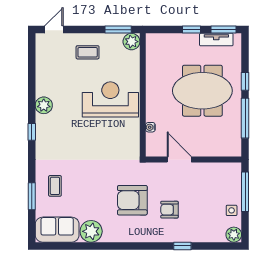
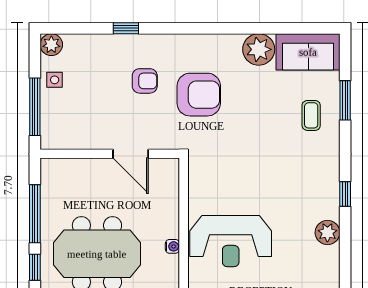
water cooler: (150, 127) -> (172, 246), moved

